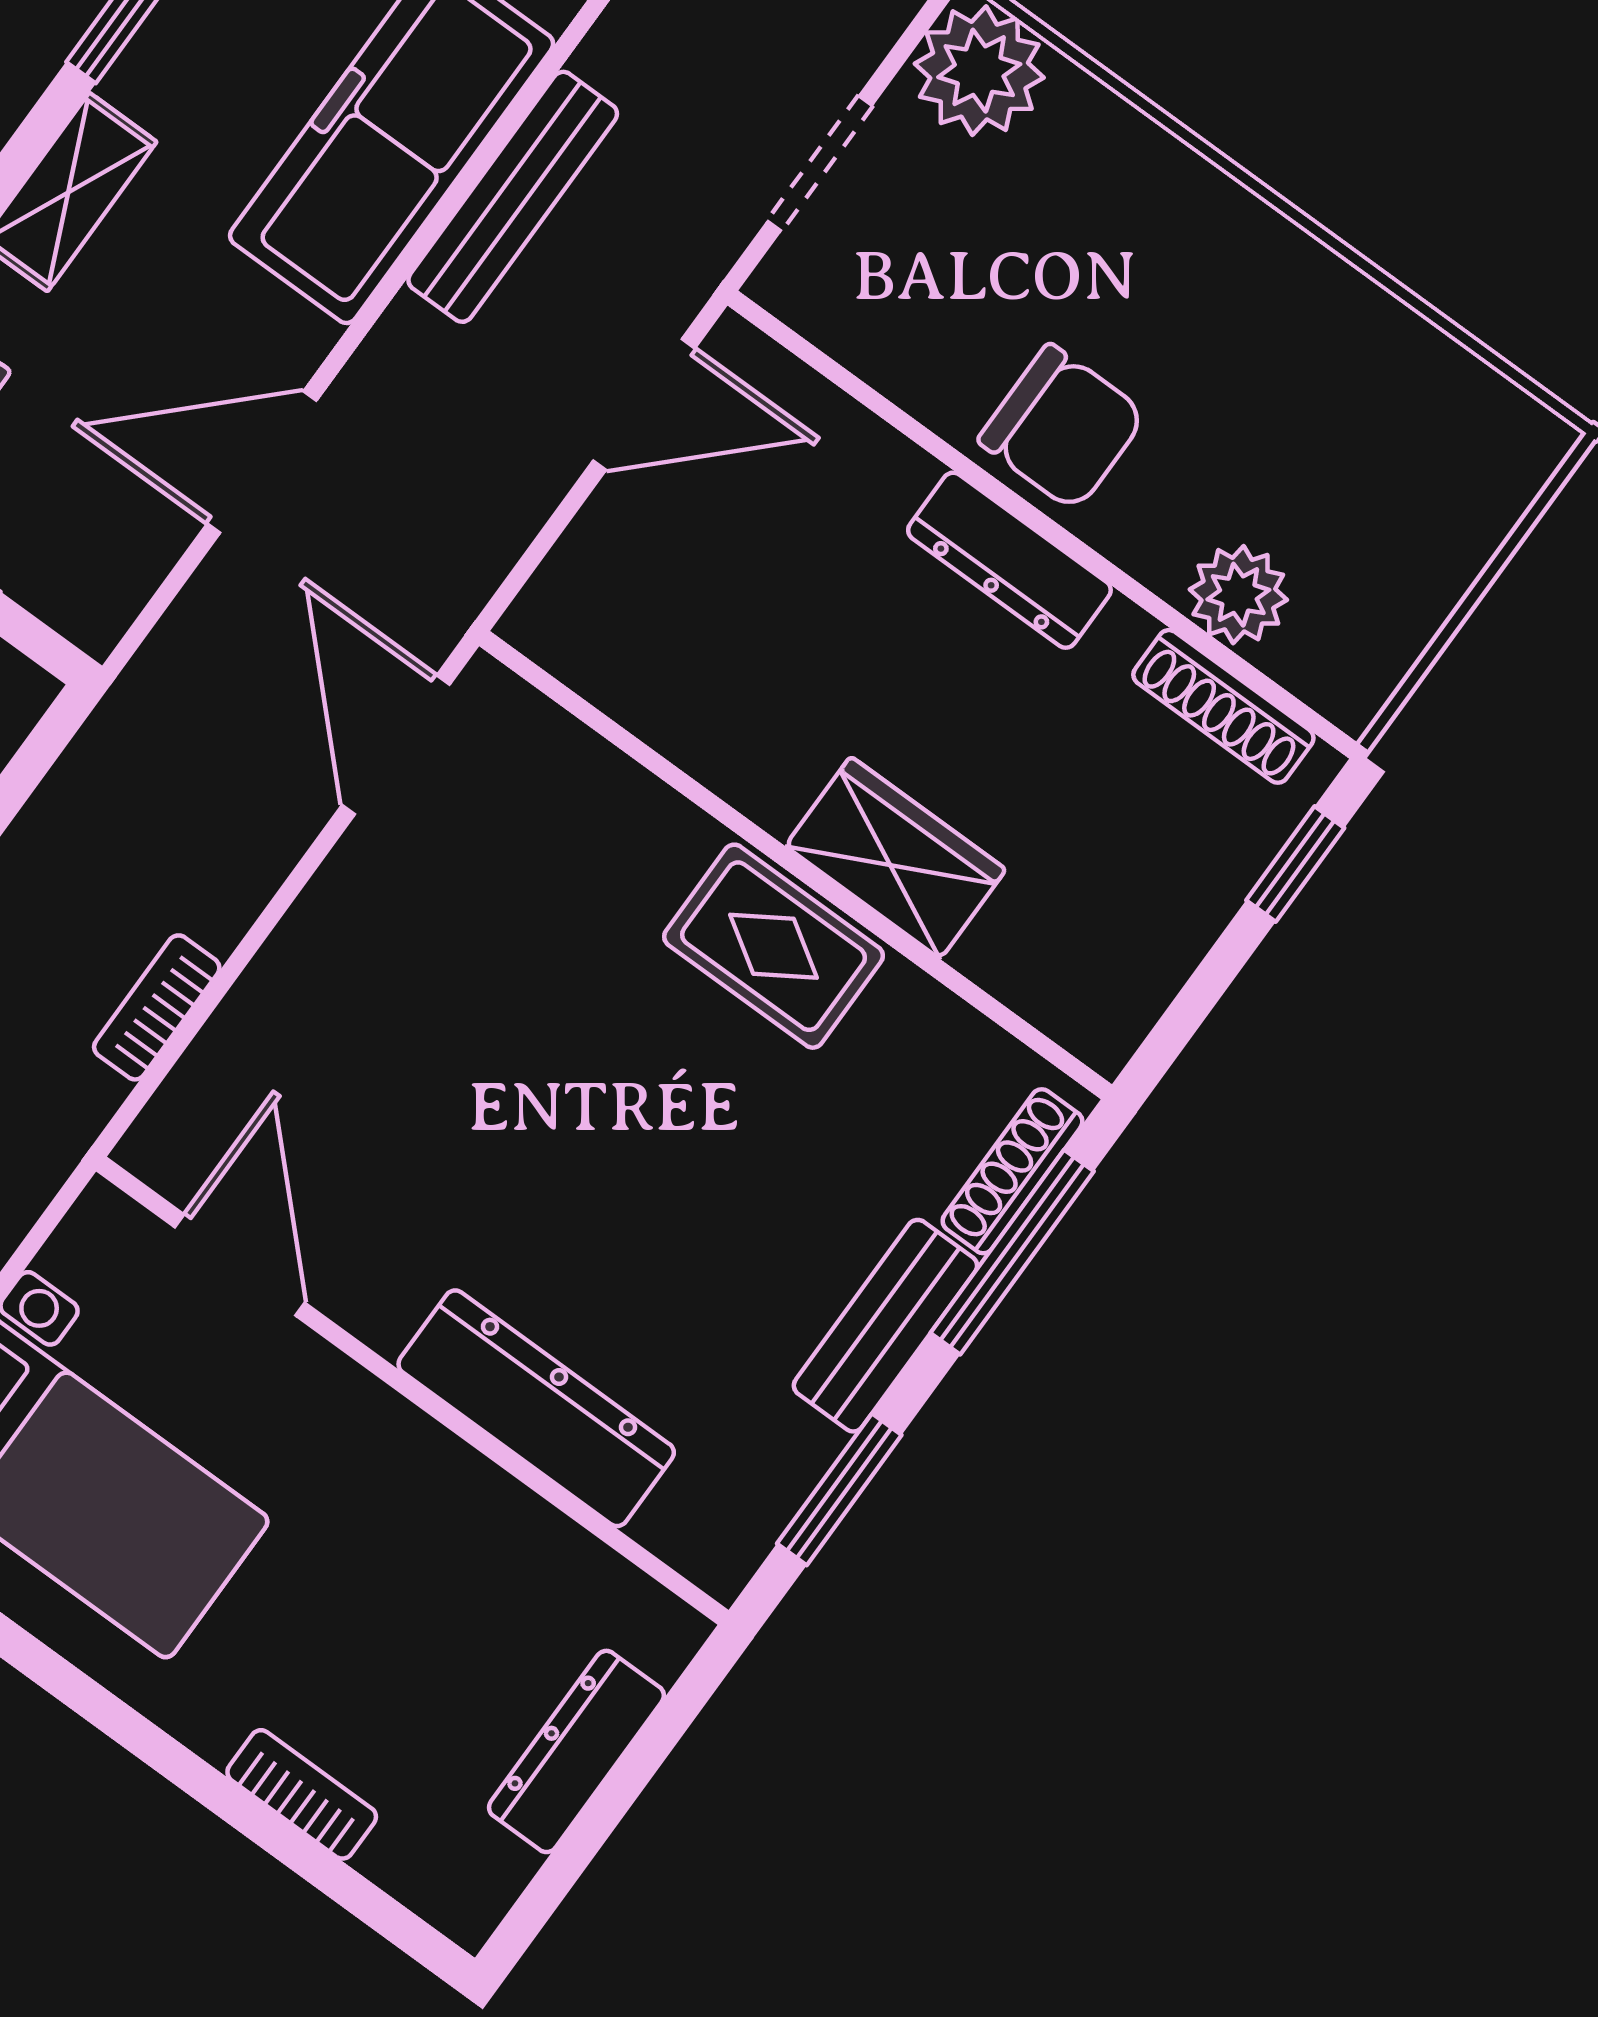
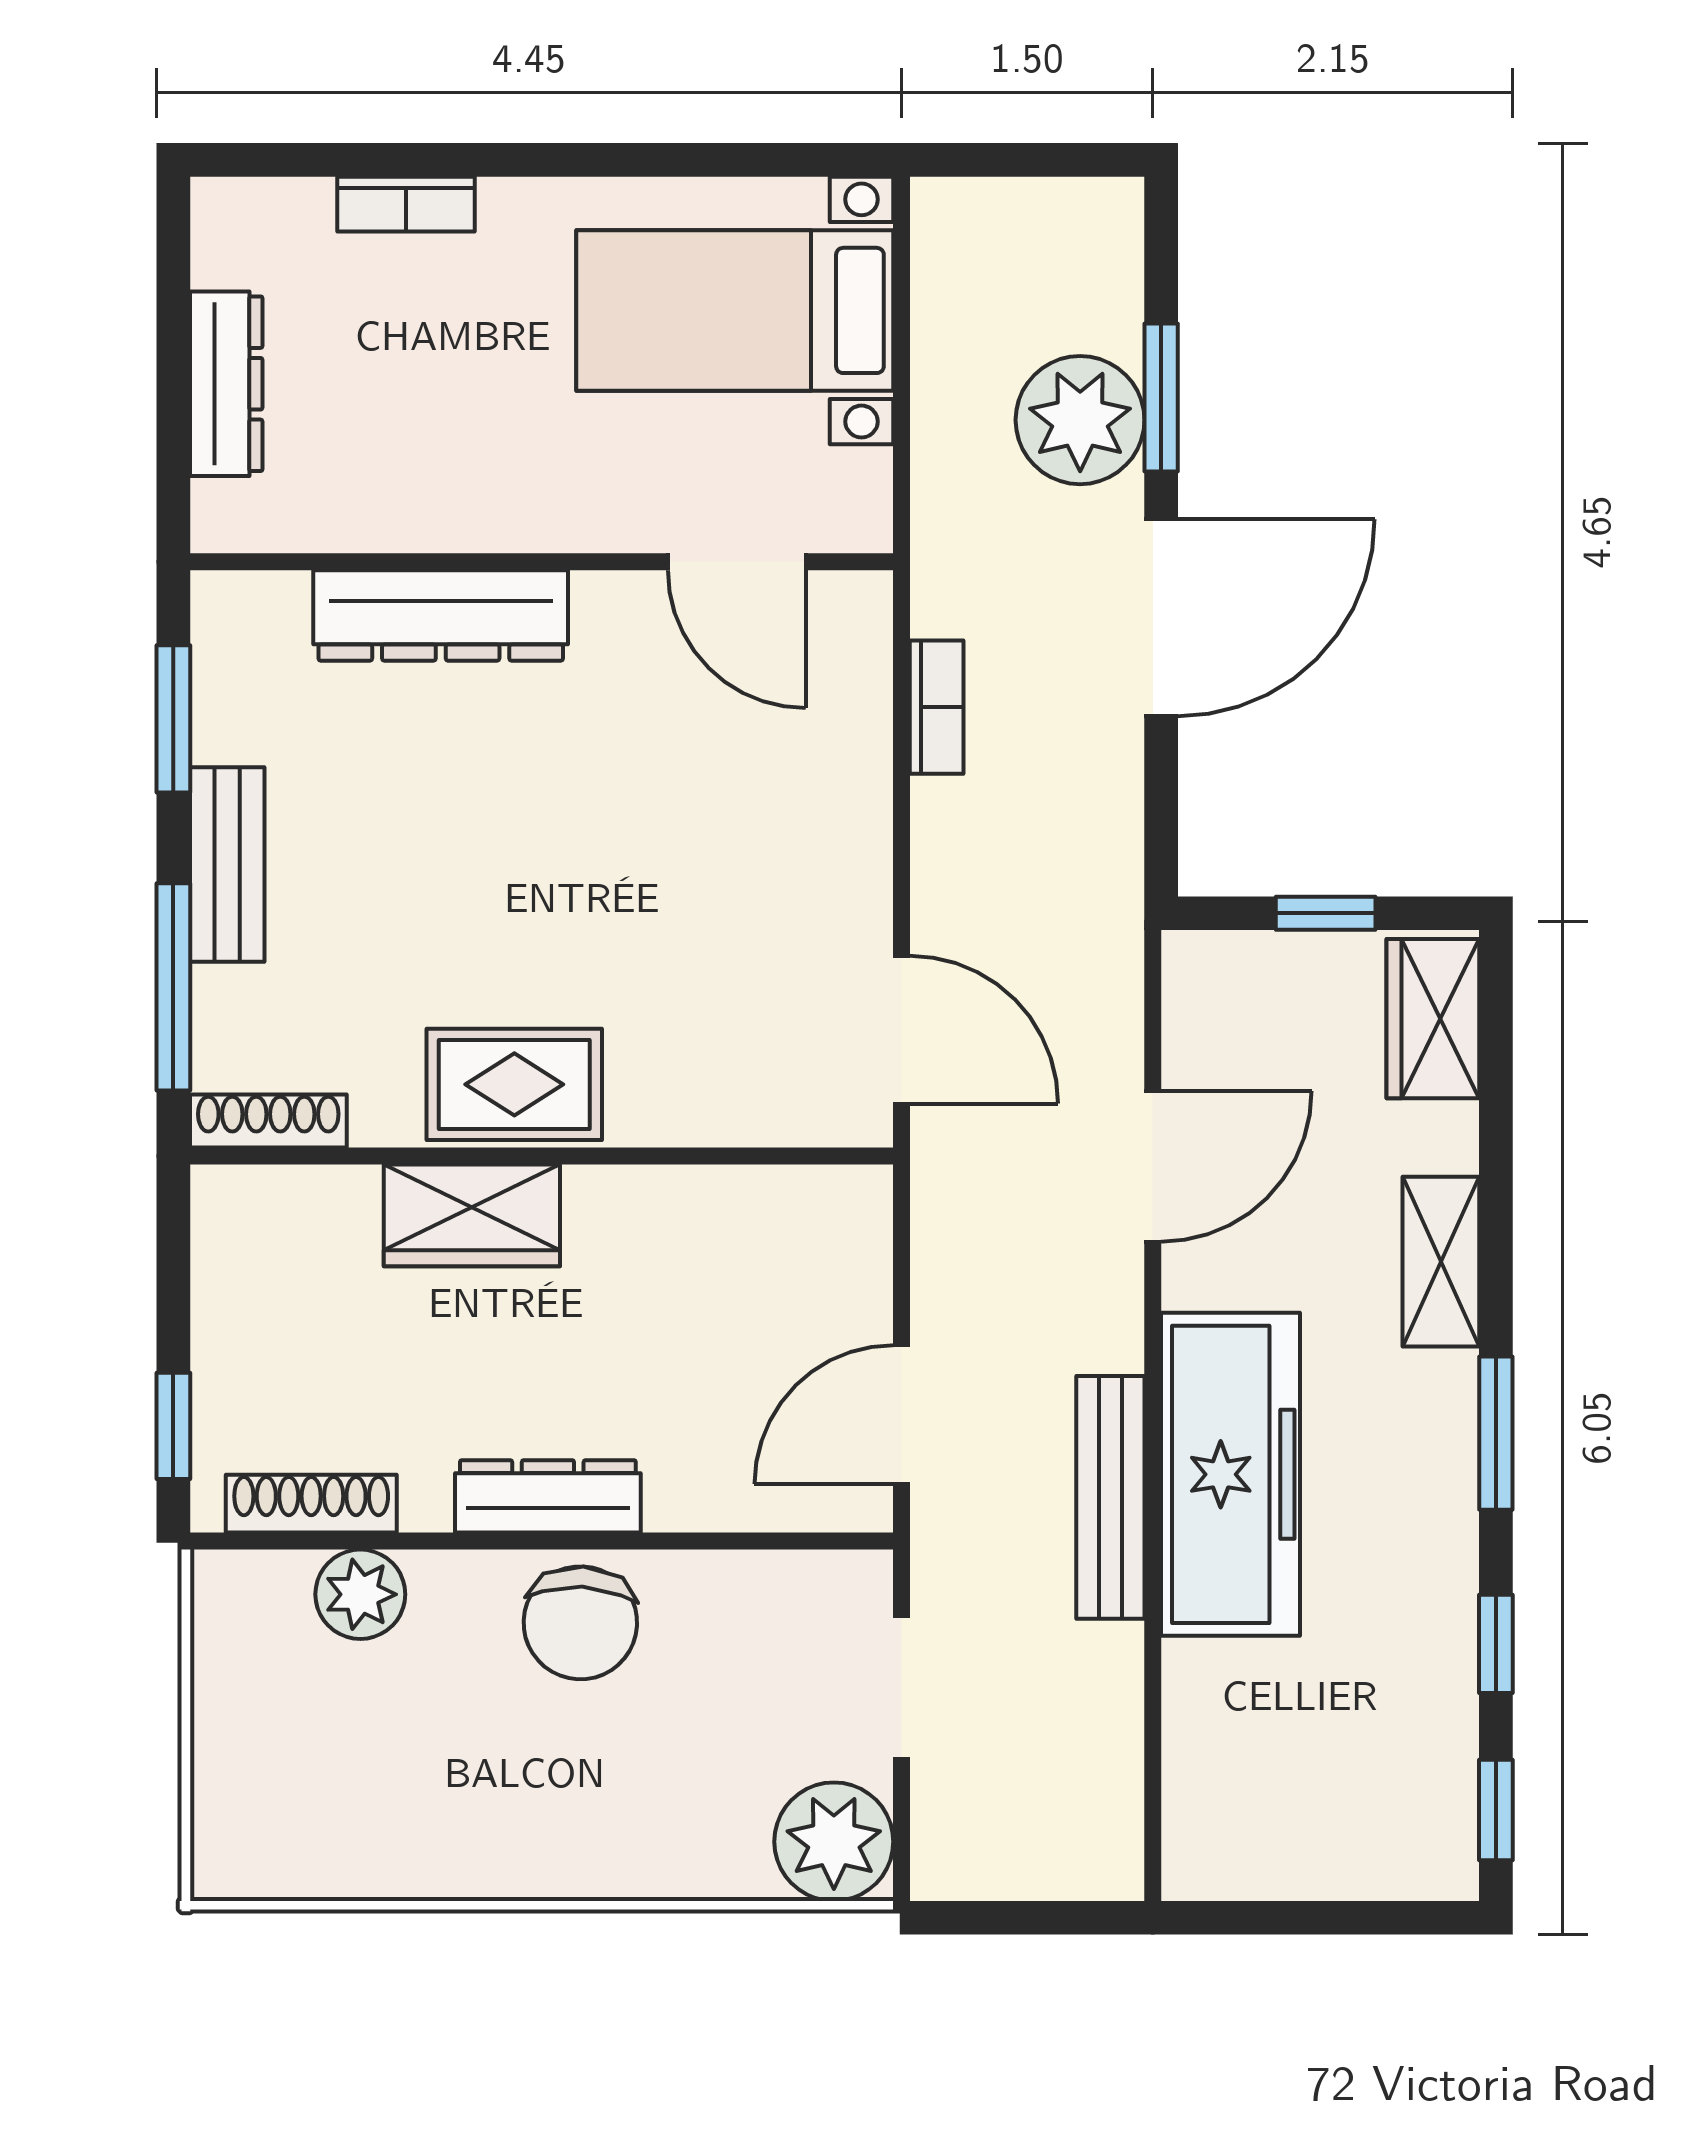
chair: (1062, 427) -> (580, 1623), turned -87
shoe rack: (1012, 1171) -> (268, 1121), moved, turned -90

